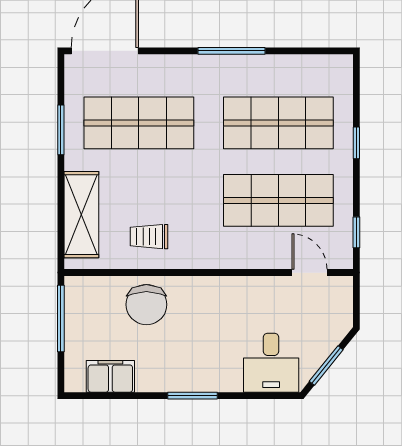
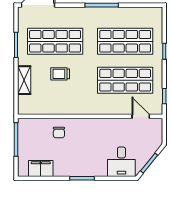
shelving: (81, 215) -> (24, 80), width x0.67, depth x0.75
trolley: (149, 237) -> (60, 74), moved
chair: (146, 305) -> (59, 132), width x0.54, depth x0.54

